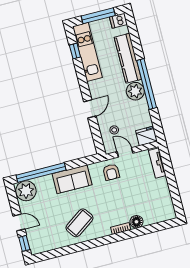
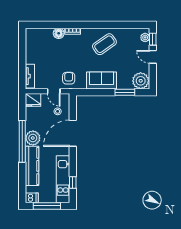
door: (90, 109) -> (73, 133), width x1.88
window: (41, 173) -> (125, 92), width x0.47
plant: (34, 243) -> (145, 37), added

